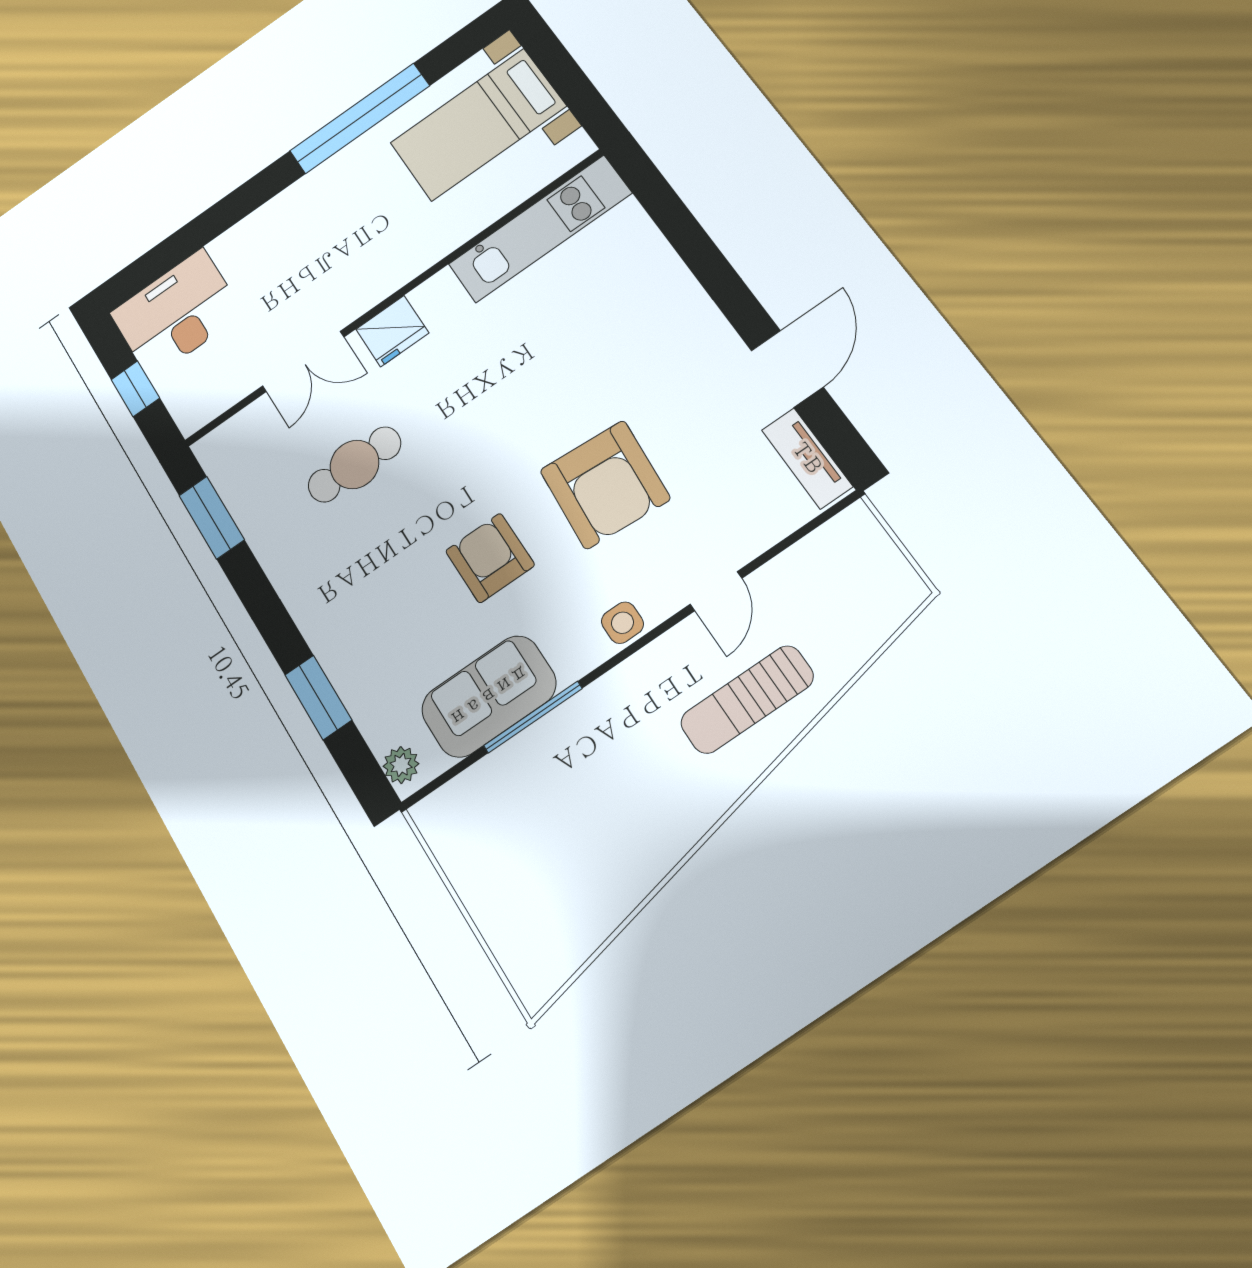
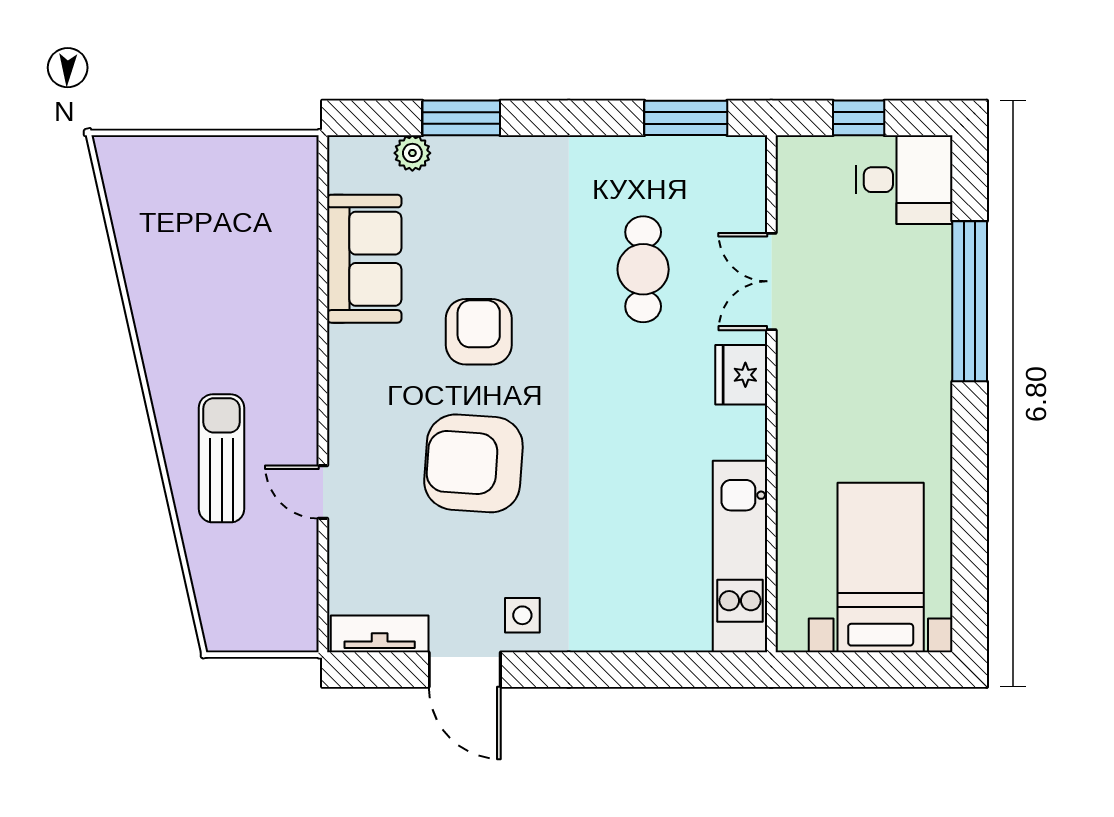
window: (360, 118) -> (970, 301), moved
desk: (177, 313) -> (904, 180), width x0.73
armchair: (490, 558) -> (479, 332), turned -90
side table: (622, 623) -> (522, 615), moved
window: (533, 717) -> (323, 284), removed
plant: (401, 765) -> (412, 153), moved

